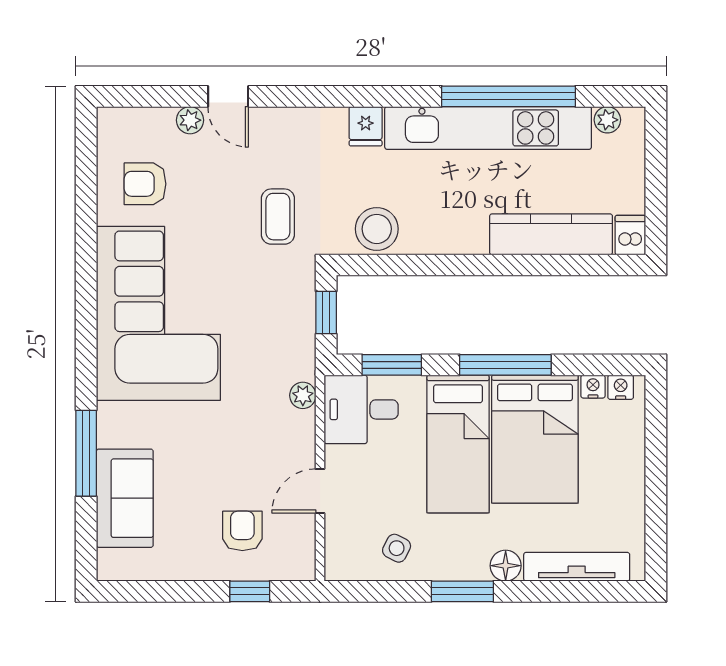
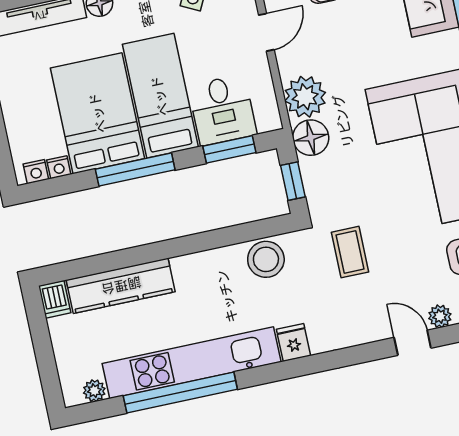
floor lamp: (295, 358) -> (311, 138), added
plant: (303, 395) -> (305, 97), width x1.88, depth x1.88
desk: (361, 409) -> (222, 110), moved, turned 90

